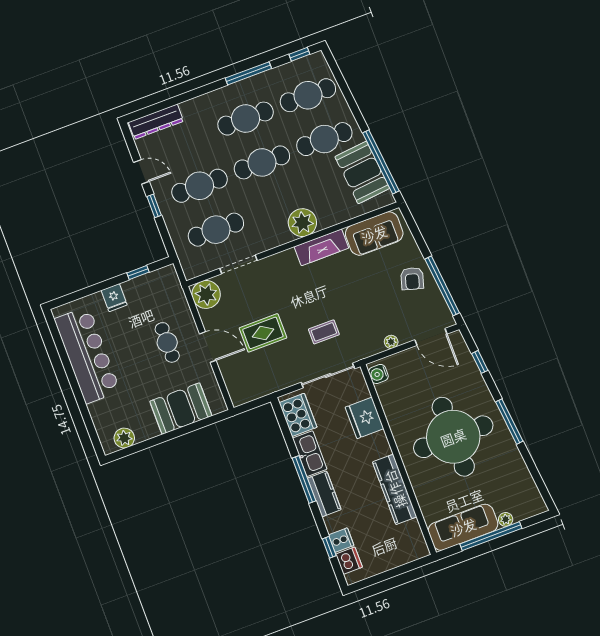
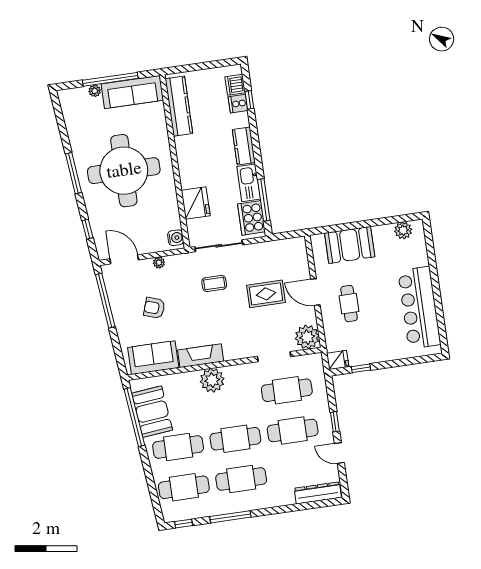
armchair: (412, 279) -> (154, 308), moved, turned -87
fridge: (114, 298) -> (338, 360), moved, turned 90
window: (304, 480) -> (264, 200), moved
kitchen counter: (395, 489) -> (179, 106), moved

